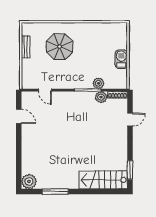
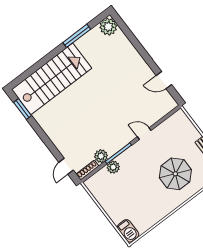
barbecue: (121, 59) -> (128, 231), moved
door: (45, 90) -> (144, 134), moved
door: (130, 120) -> (66, 166), moved
stairs: (103, 180) -> (52, 79), width x1.36, depth x1.51

